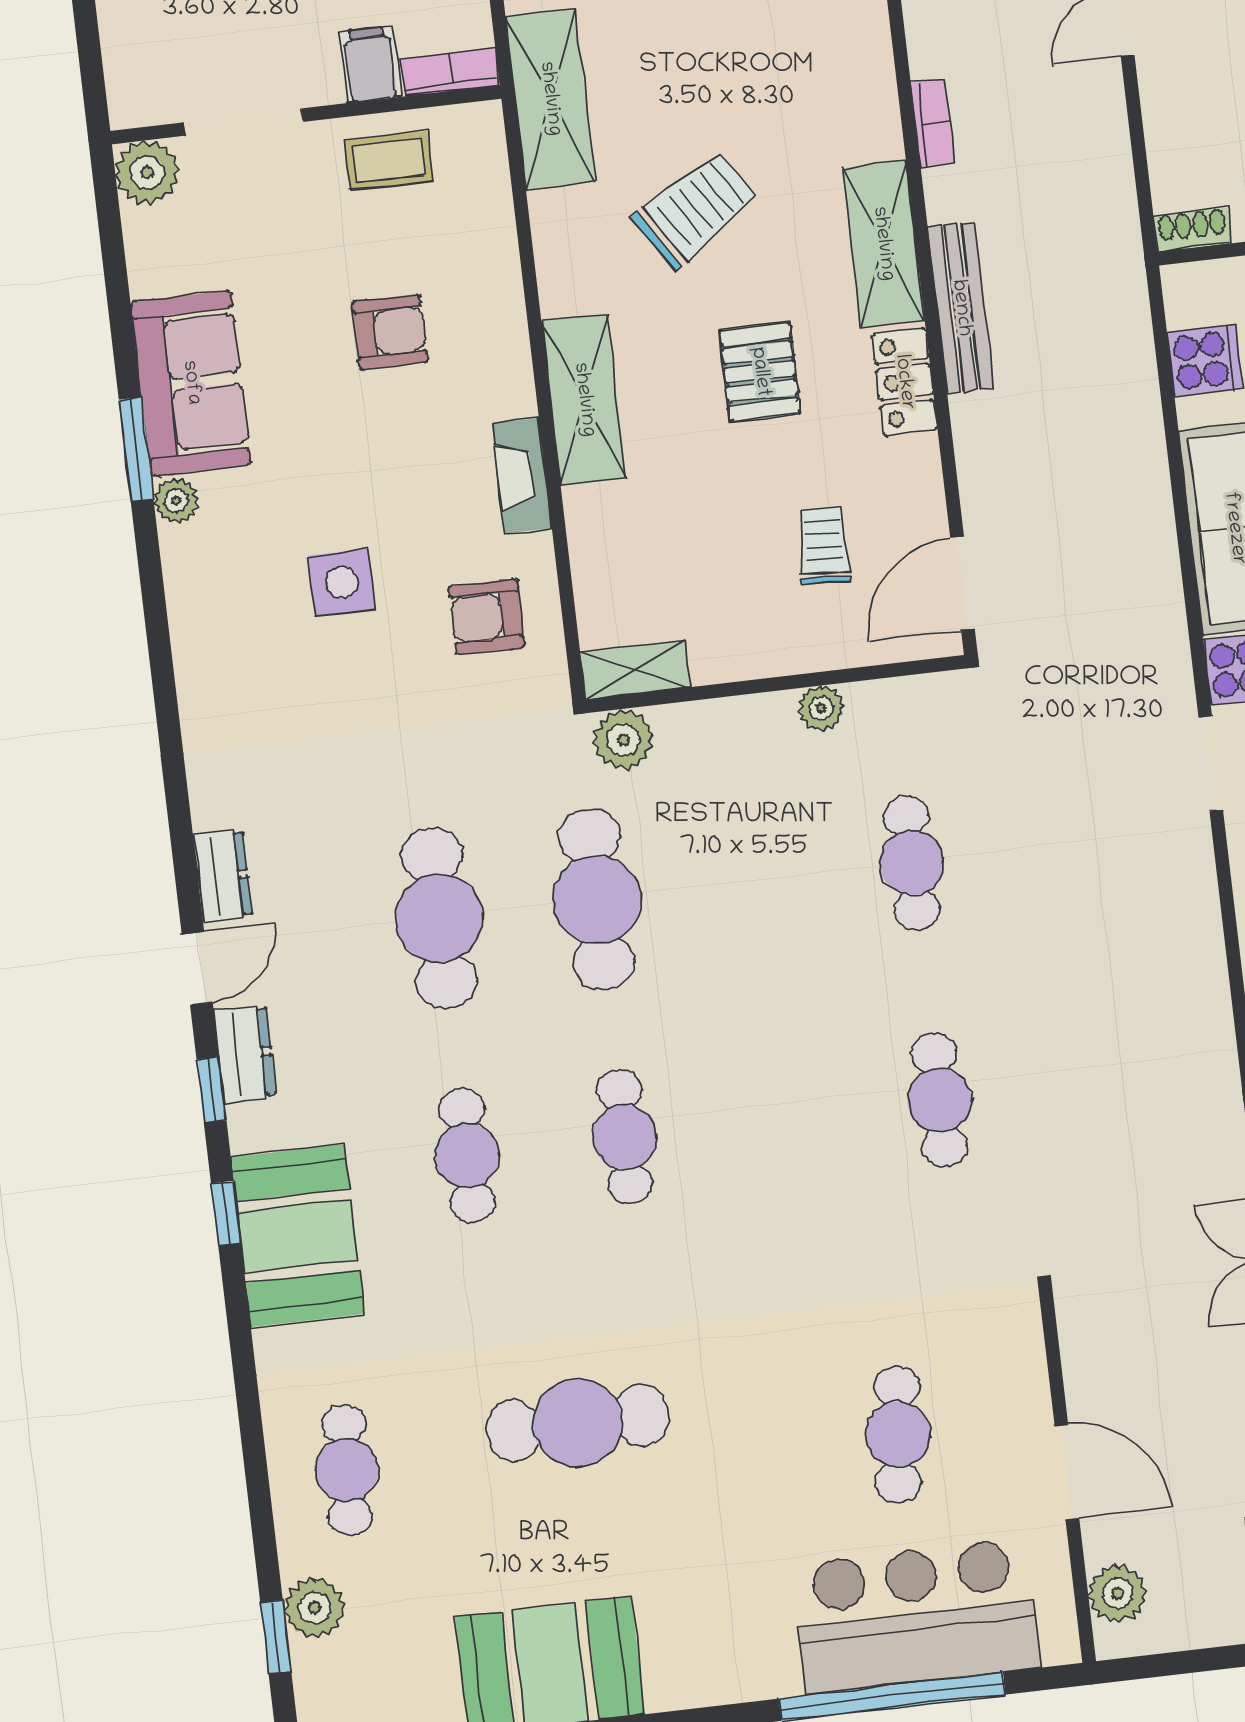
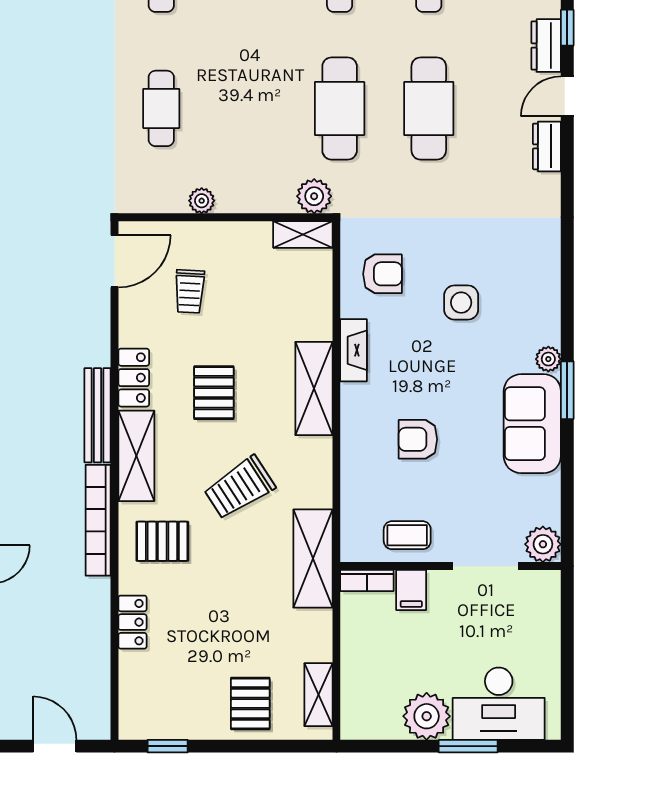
pallet: (820, 99) -> (162, 541), added
bookcase: (932, 123) -> (98, 520), width x2.31, depth x1.31

